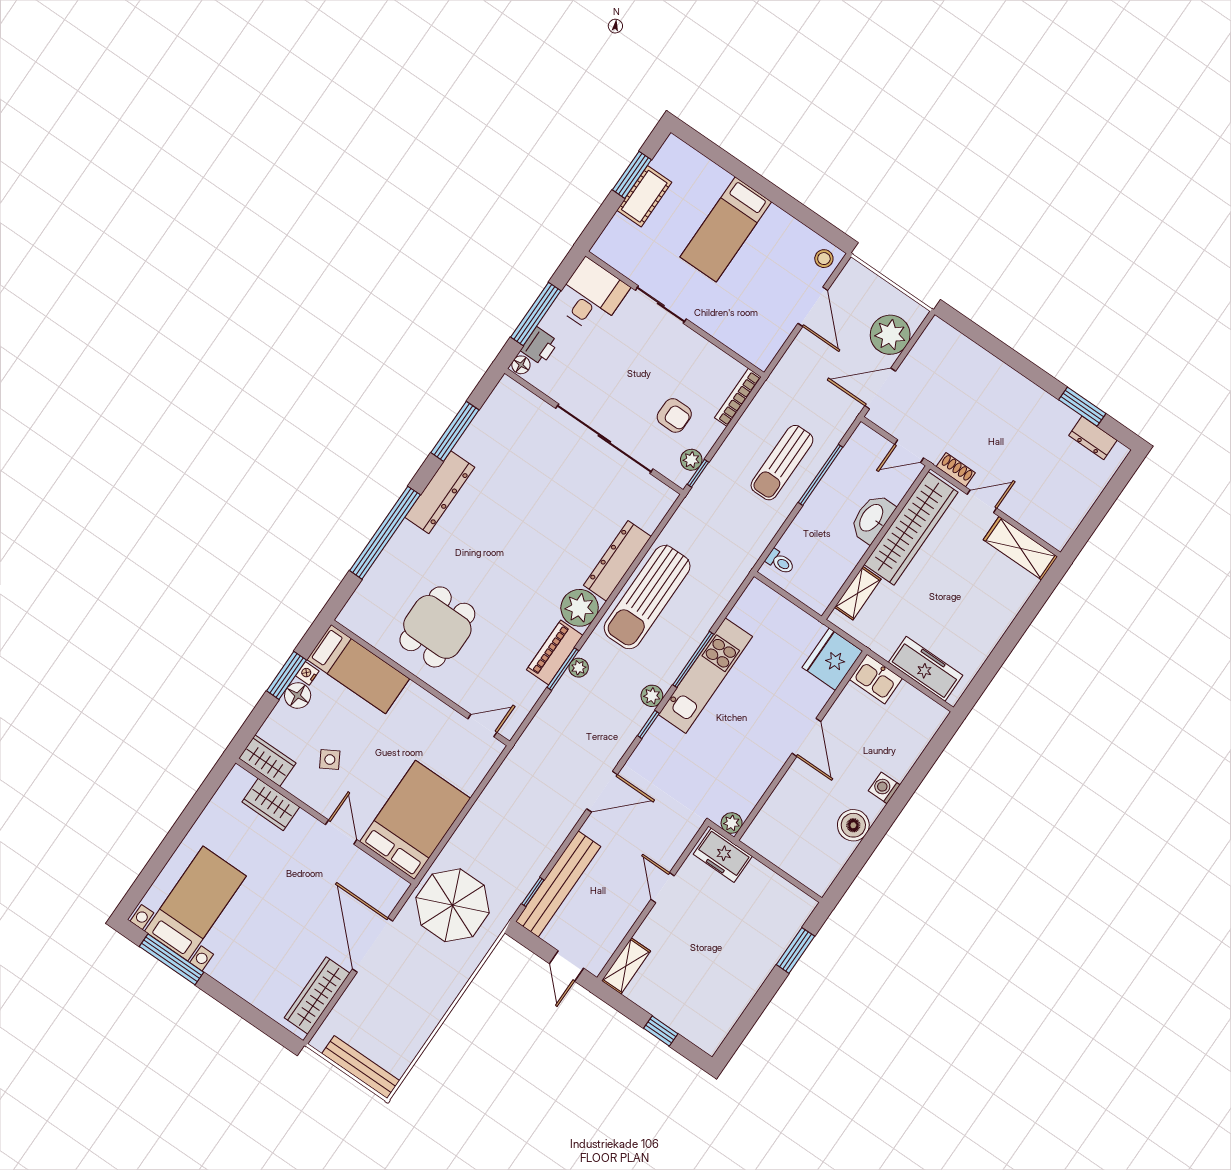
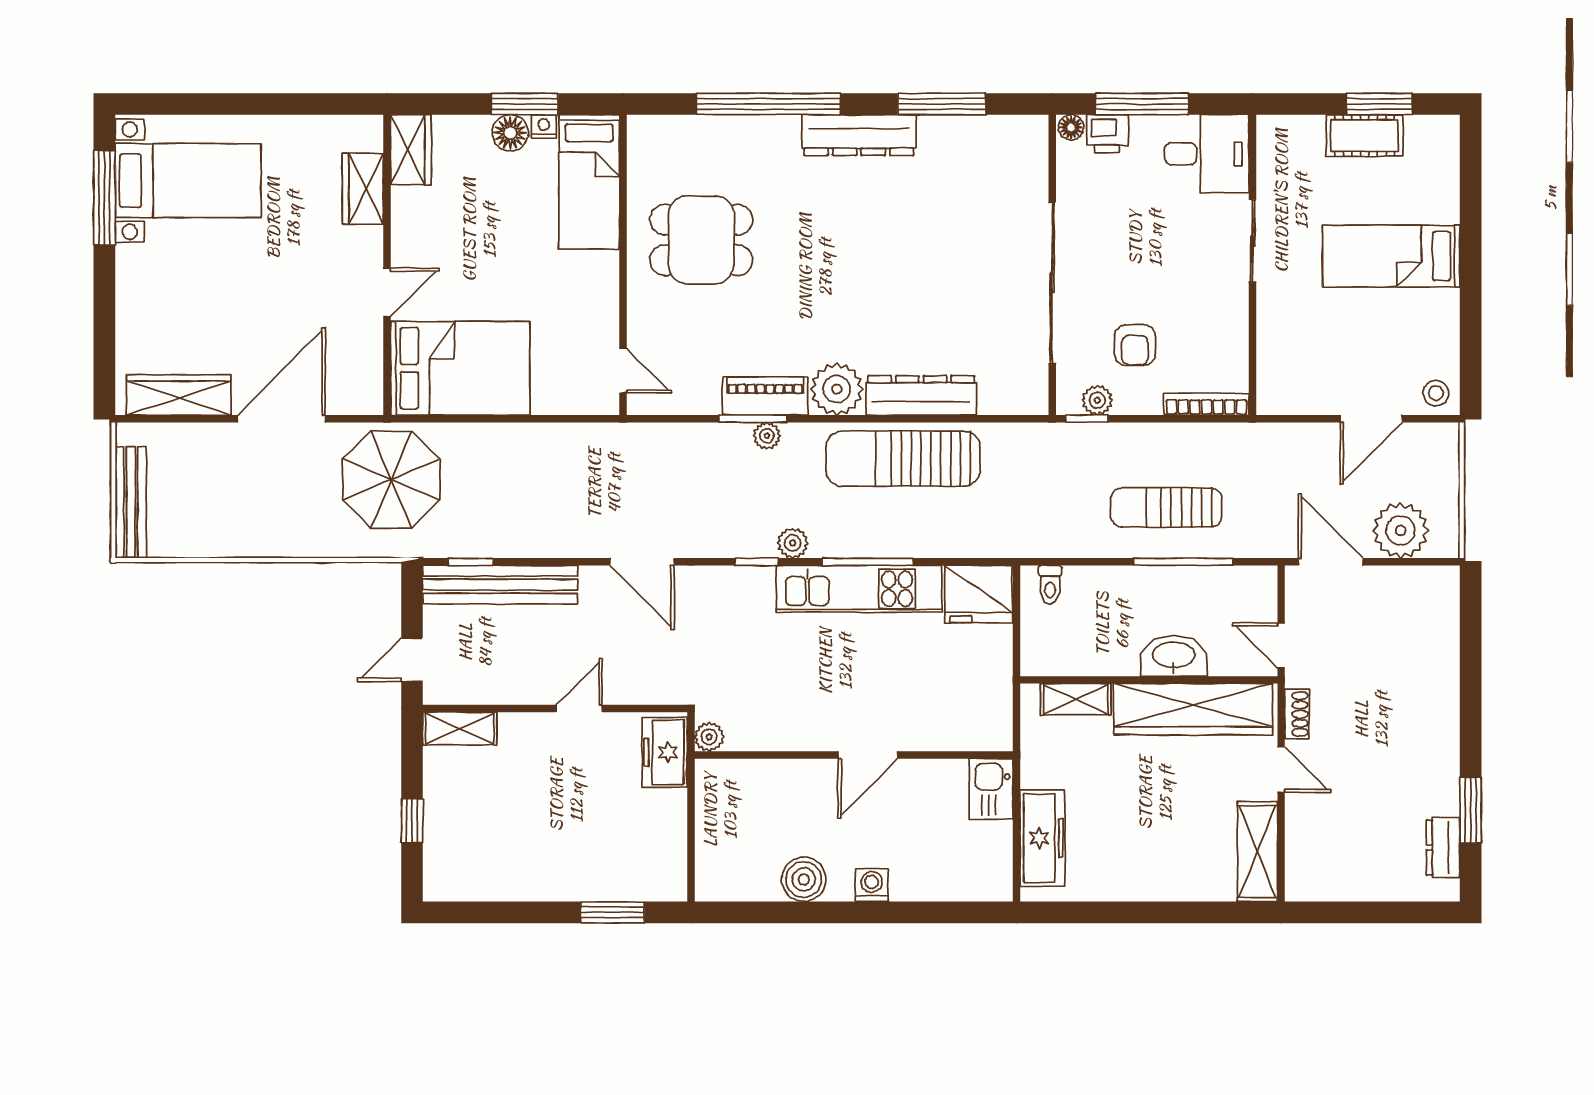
fridge: (832, 659) -> (979, 594), moved, turned 180
side table: (330, 759) -> (462, 221), removed

